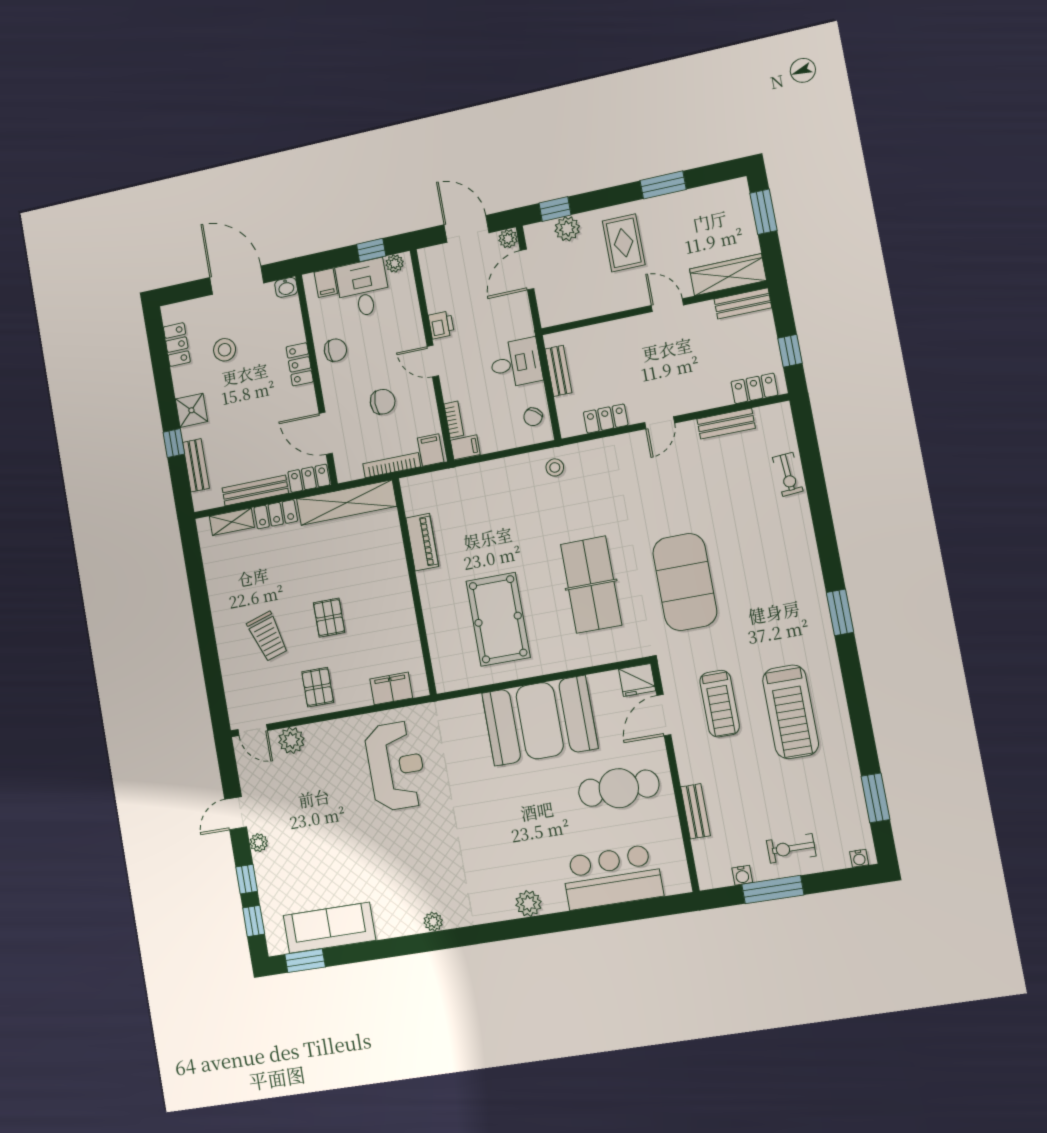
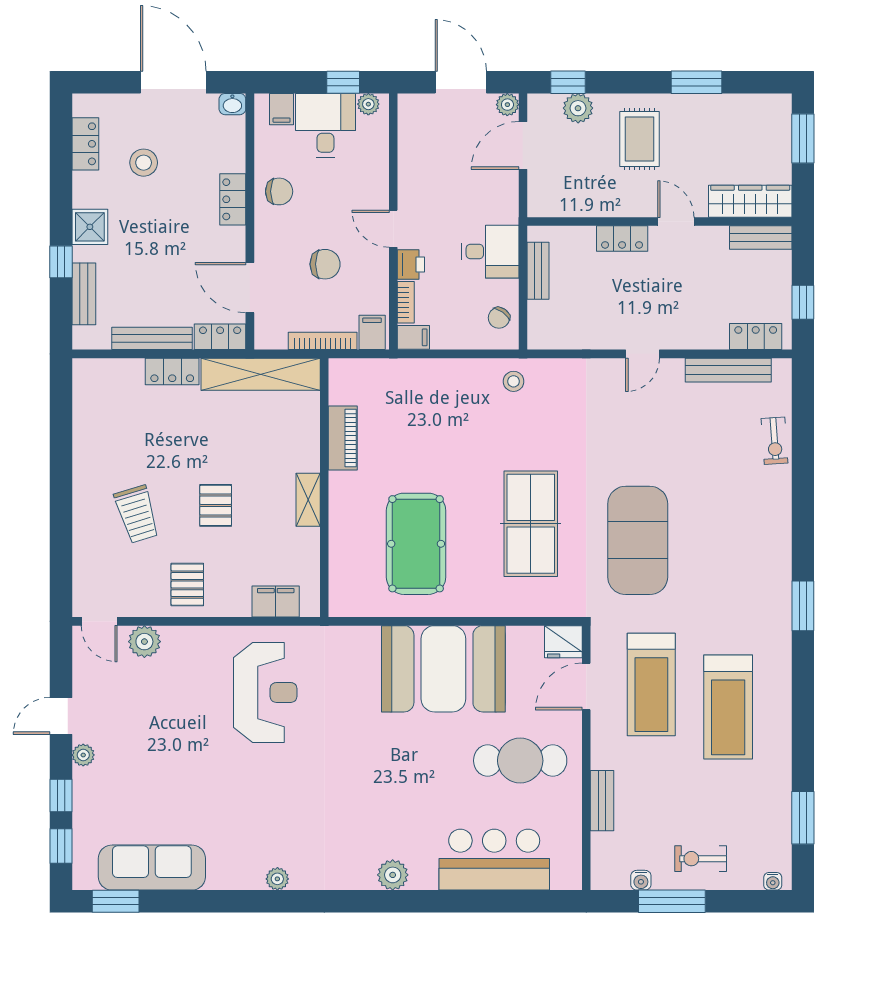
printer: (441, 325) -> (411, 265), moved
locker: (606, 419) -> (622, 239), moved, turned 180
bench: (726, 424) -> (728, 370), width x1.36
shelving: (232, 522) -> (308, 500), moved, turned 90
treadmill: (720, 704) -> (651, 684), width x1.37, depth x1.38

